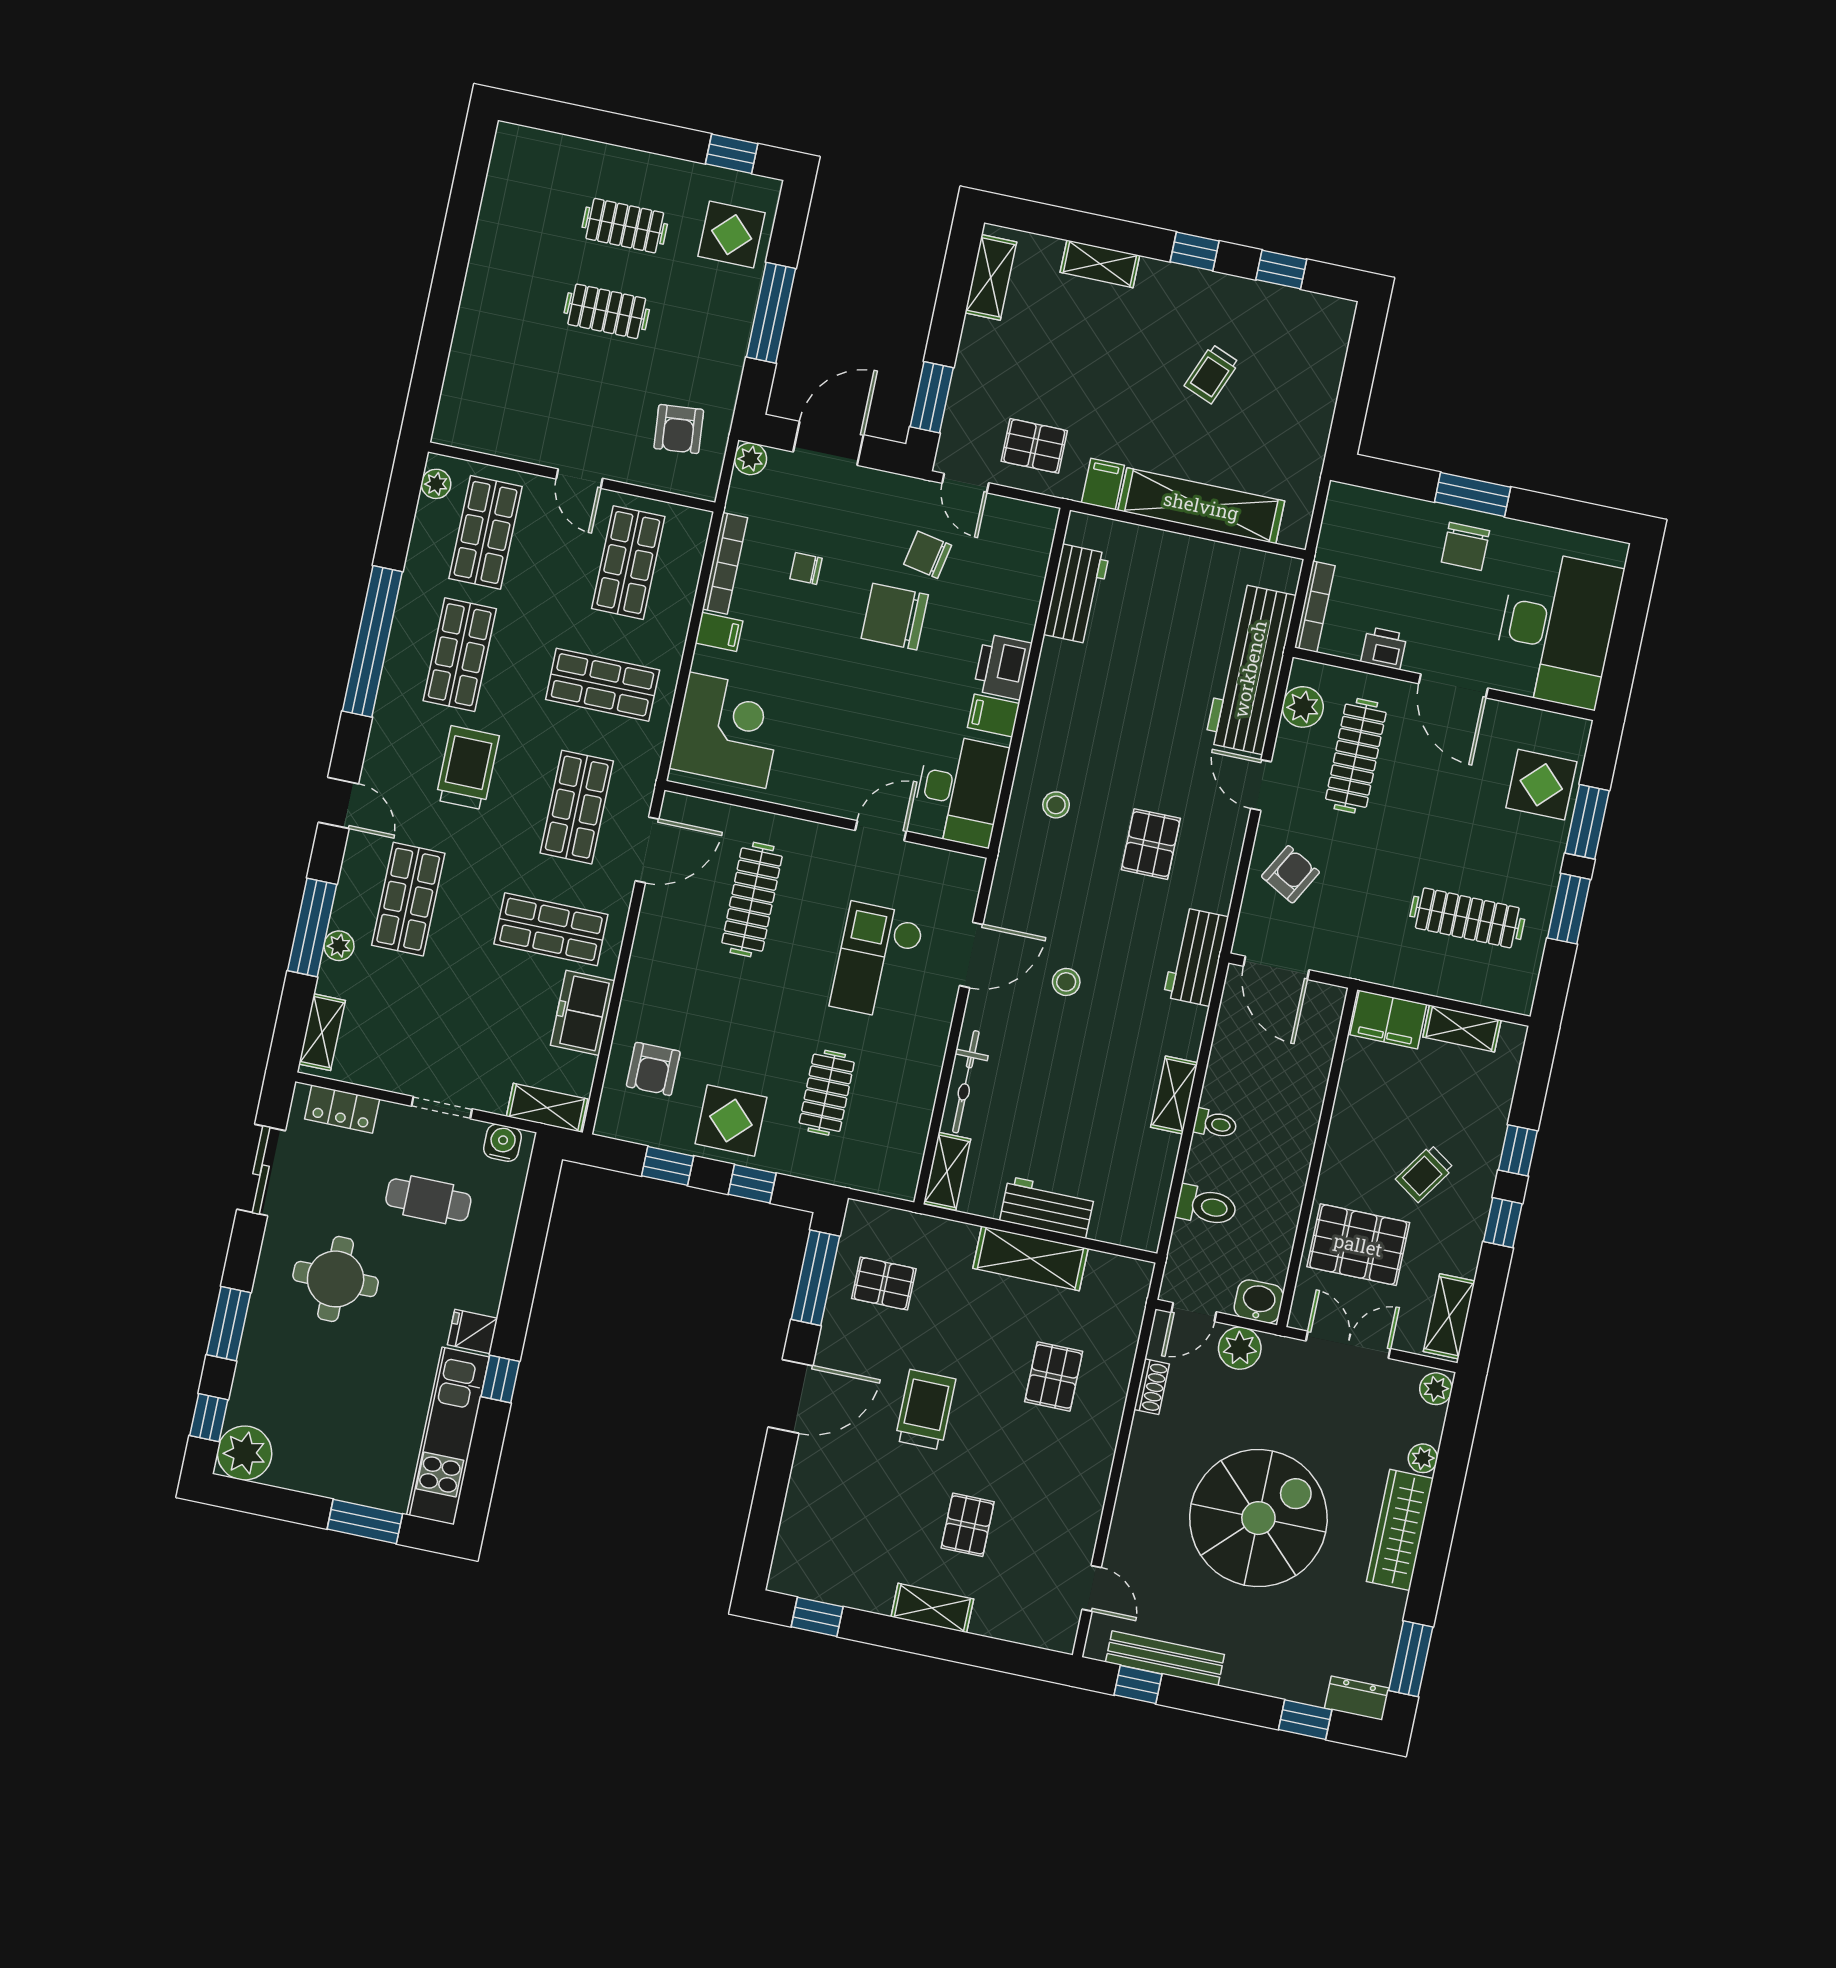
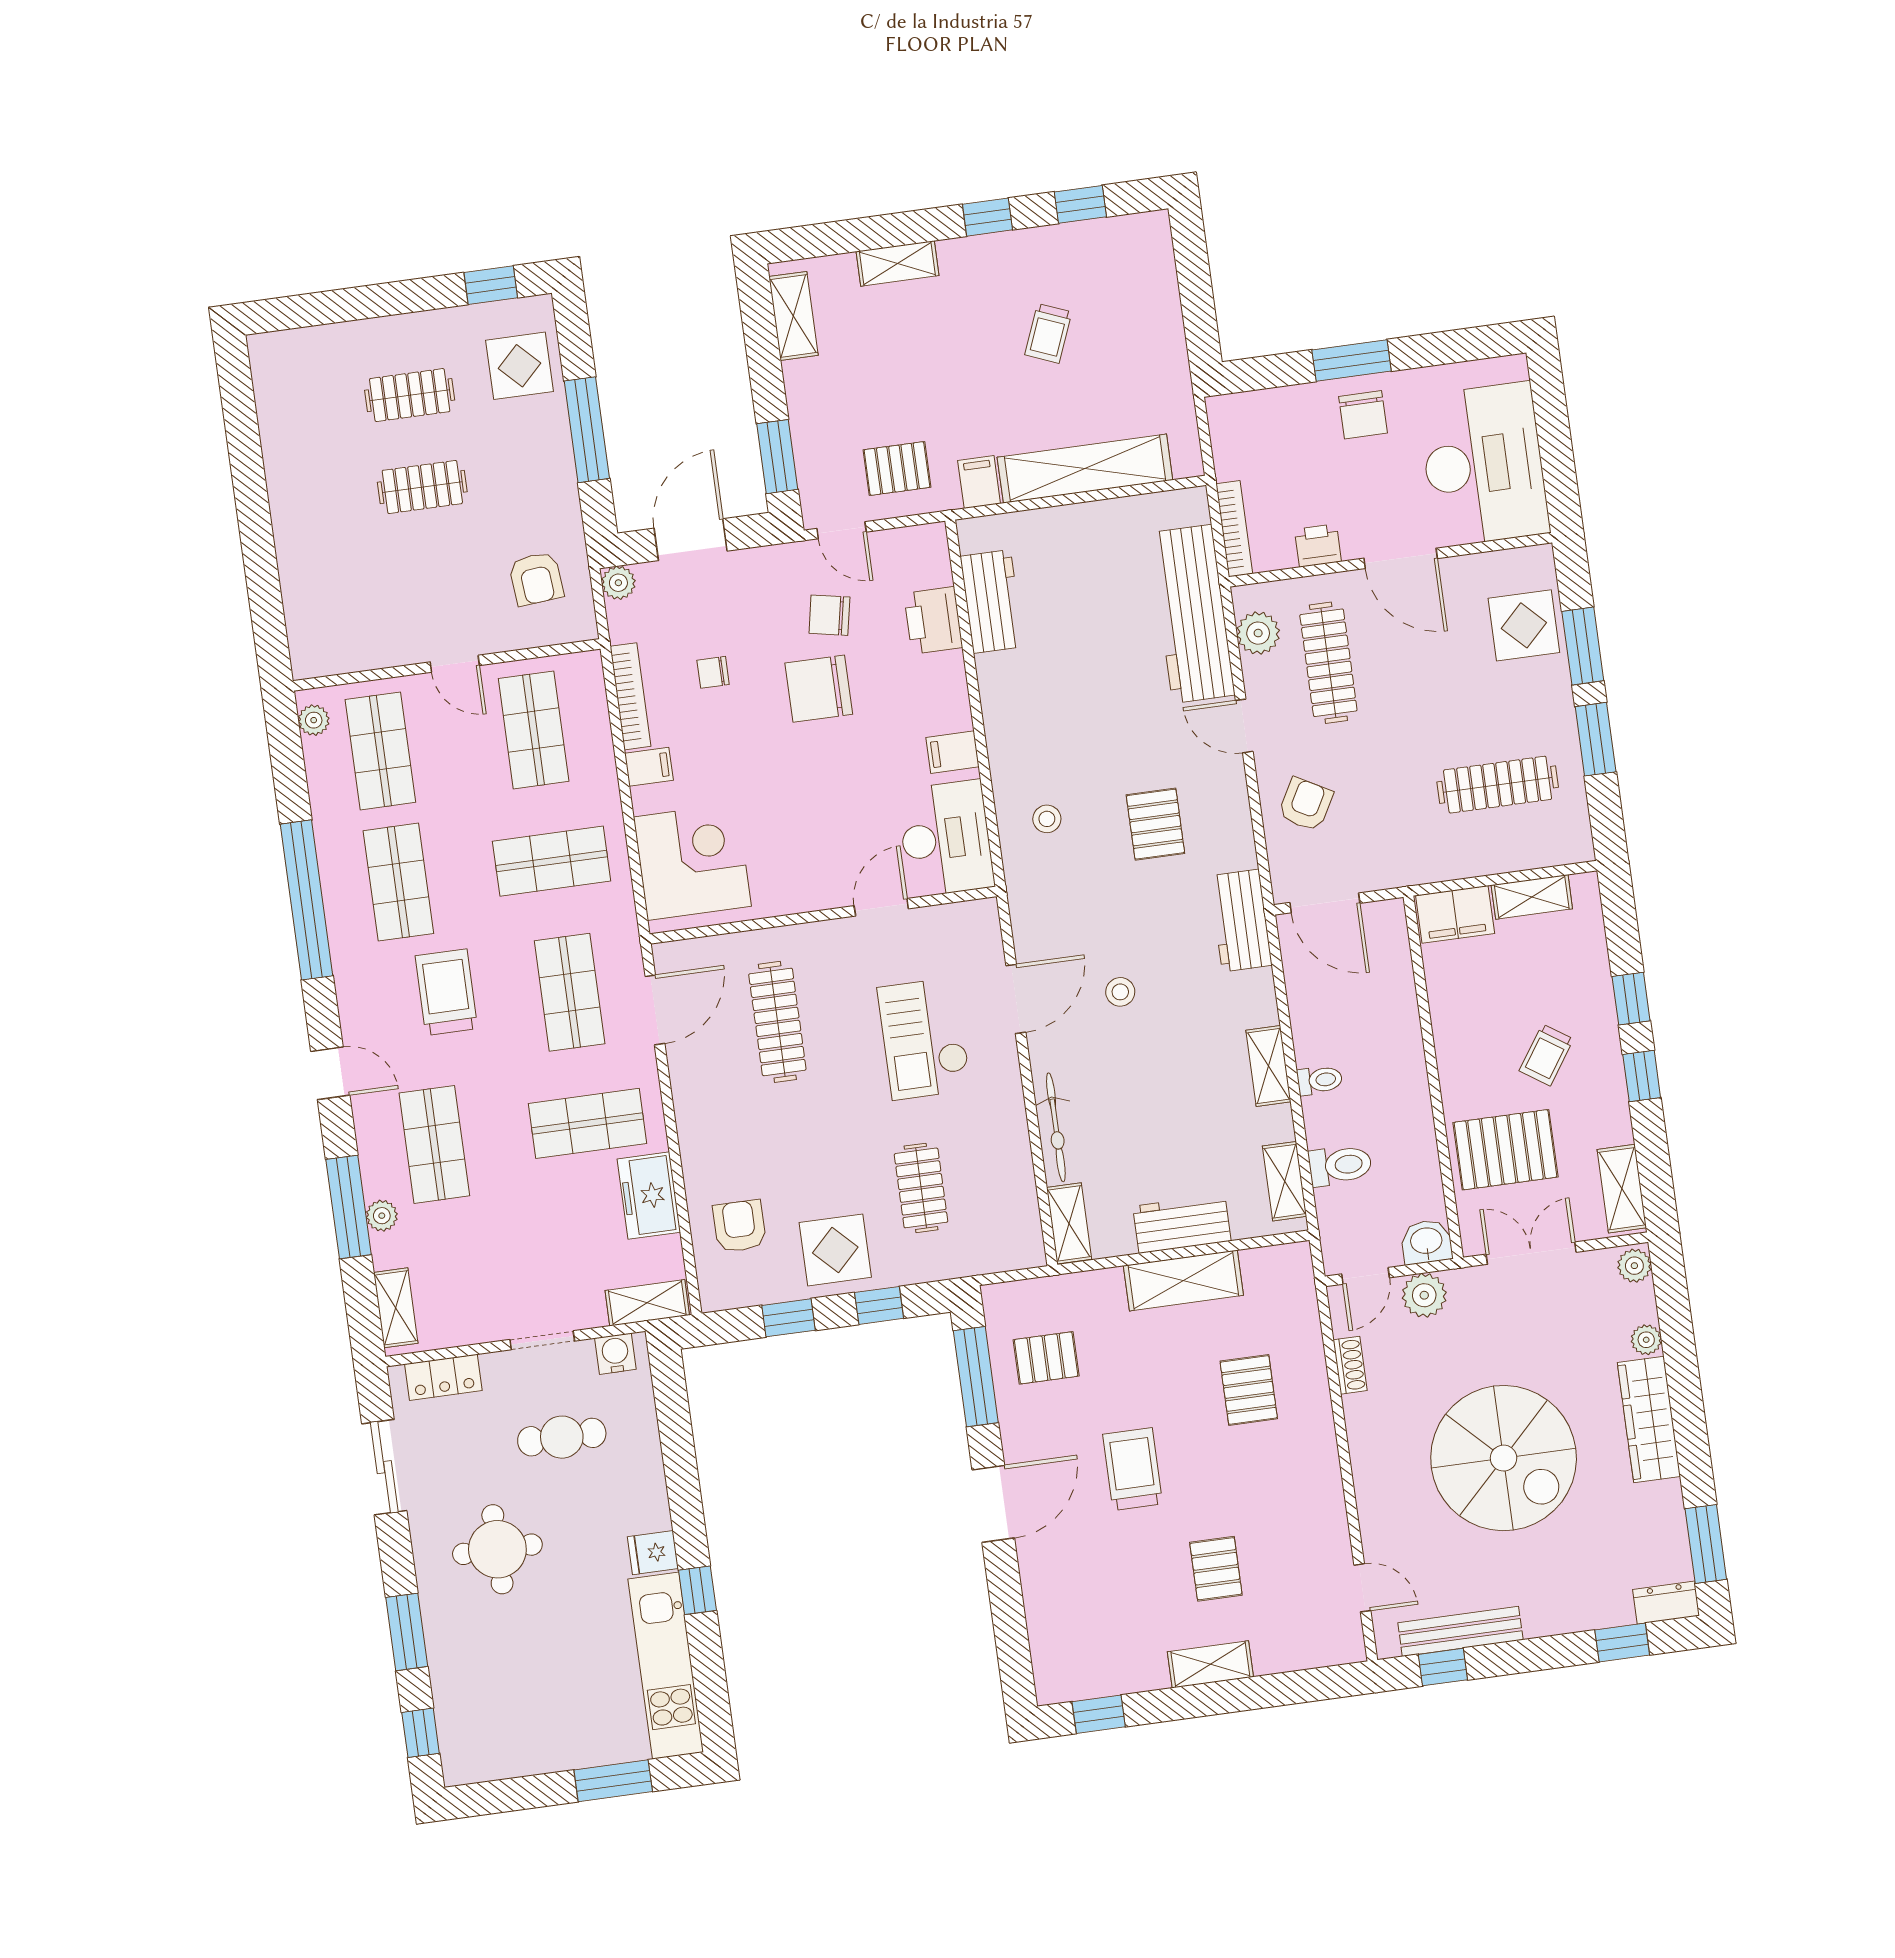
printer: (1003, 667) -> (933, 620), moved
armchair: (653, 1069) -> (739, 1226), turned 180
shelving: (1152, 1202) -> (1285, 1181), added
plant: (245, 1453) -> (469, 1755), removed
spiral stairs: (1258, 1518) -> (1504, 1458), turned 90

